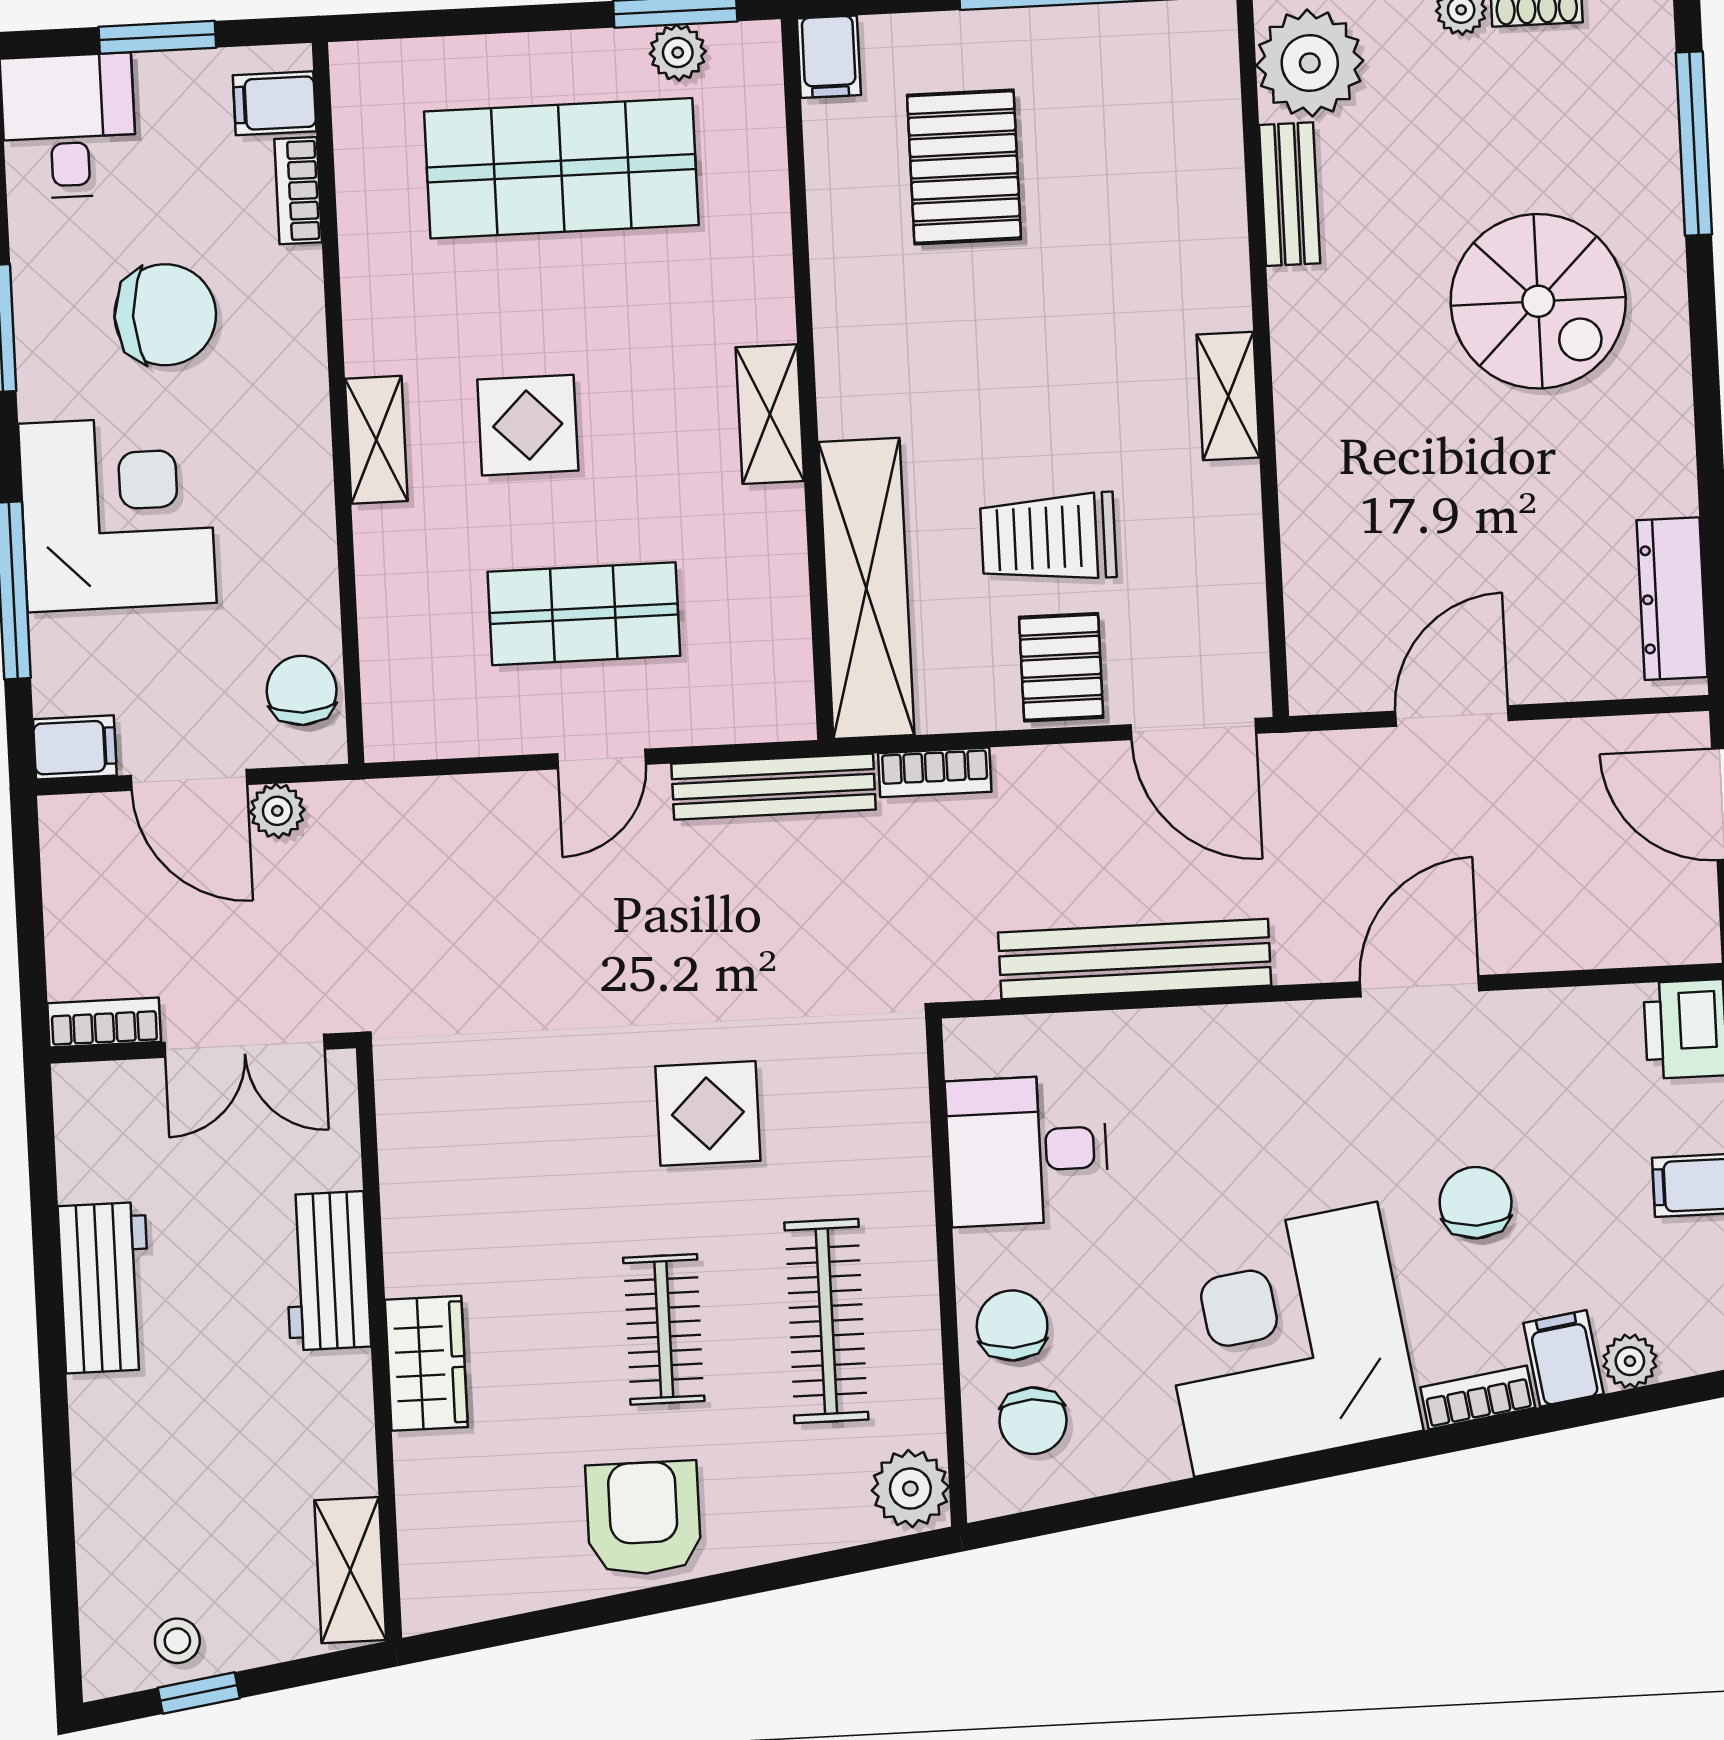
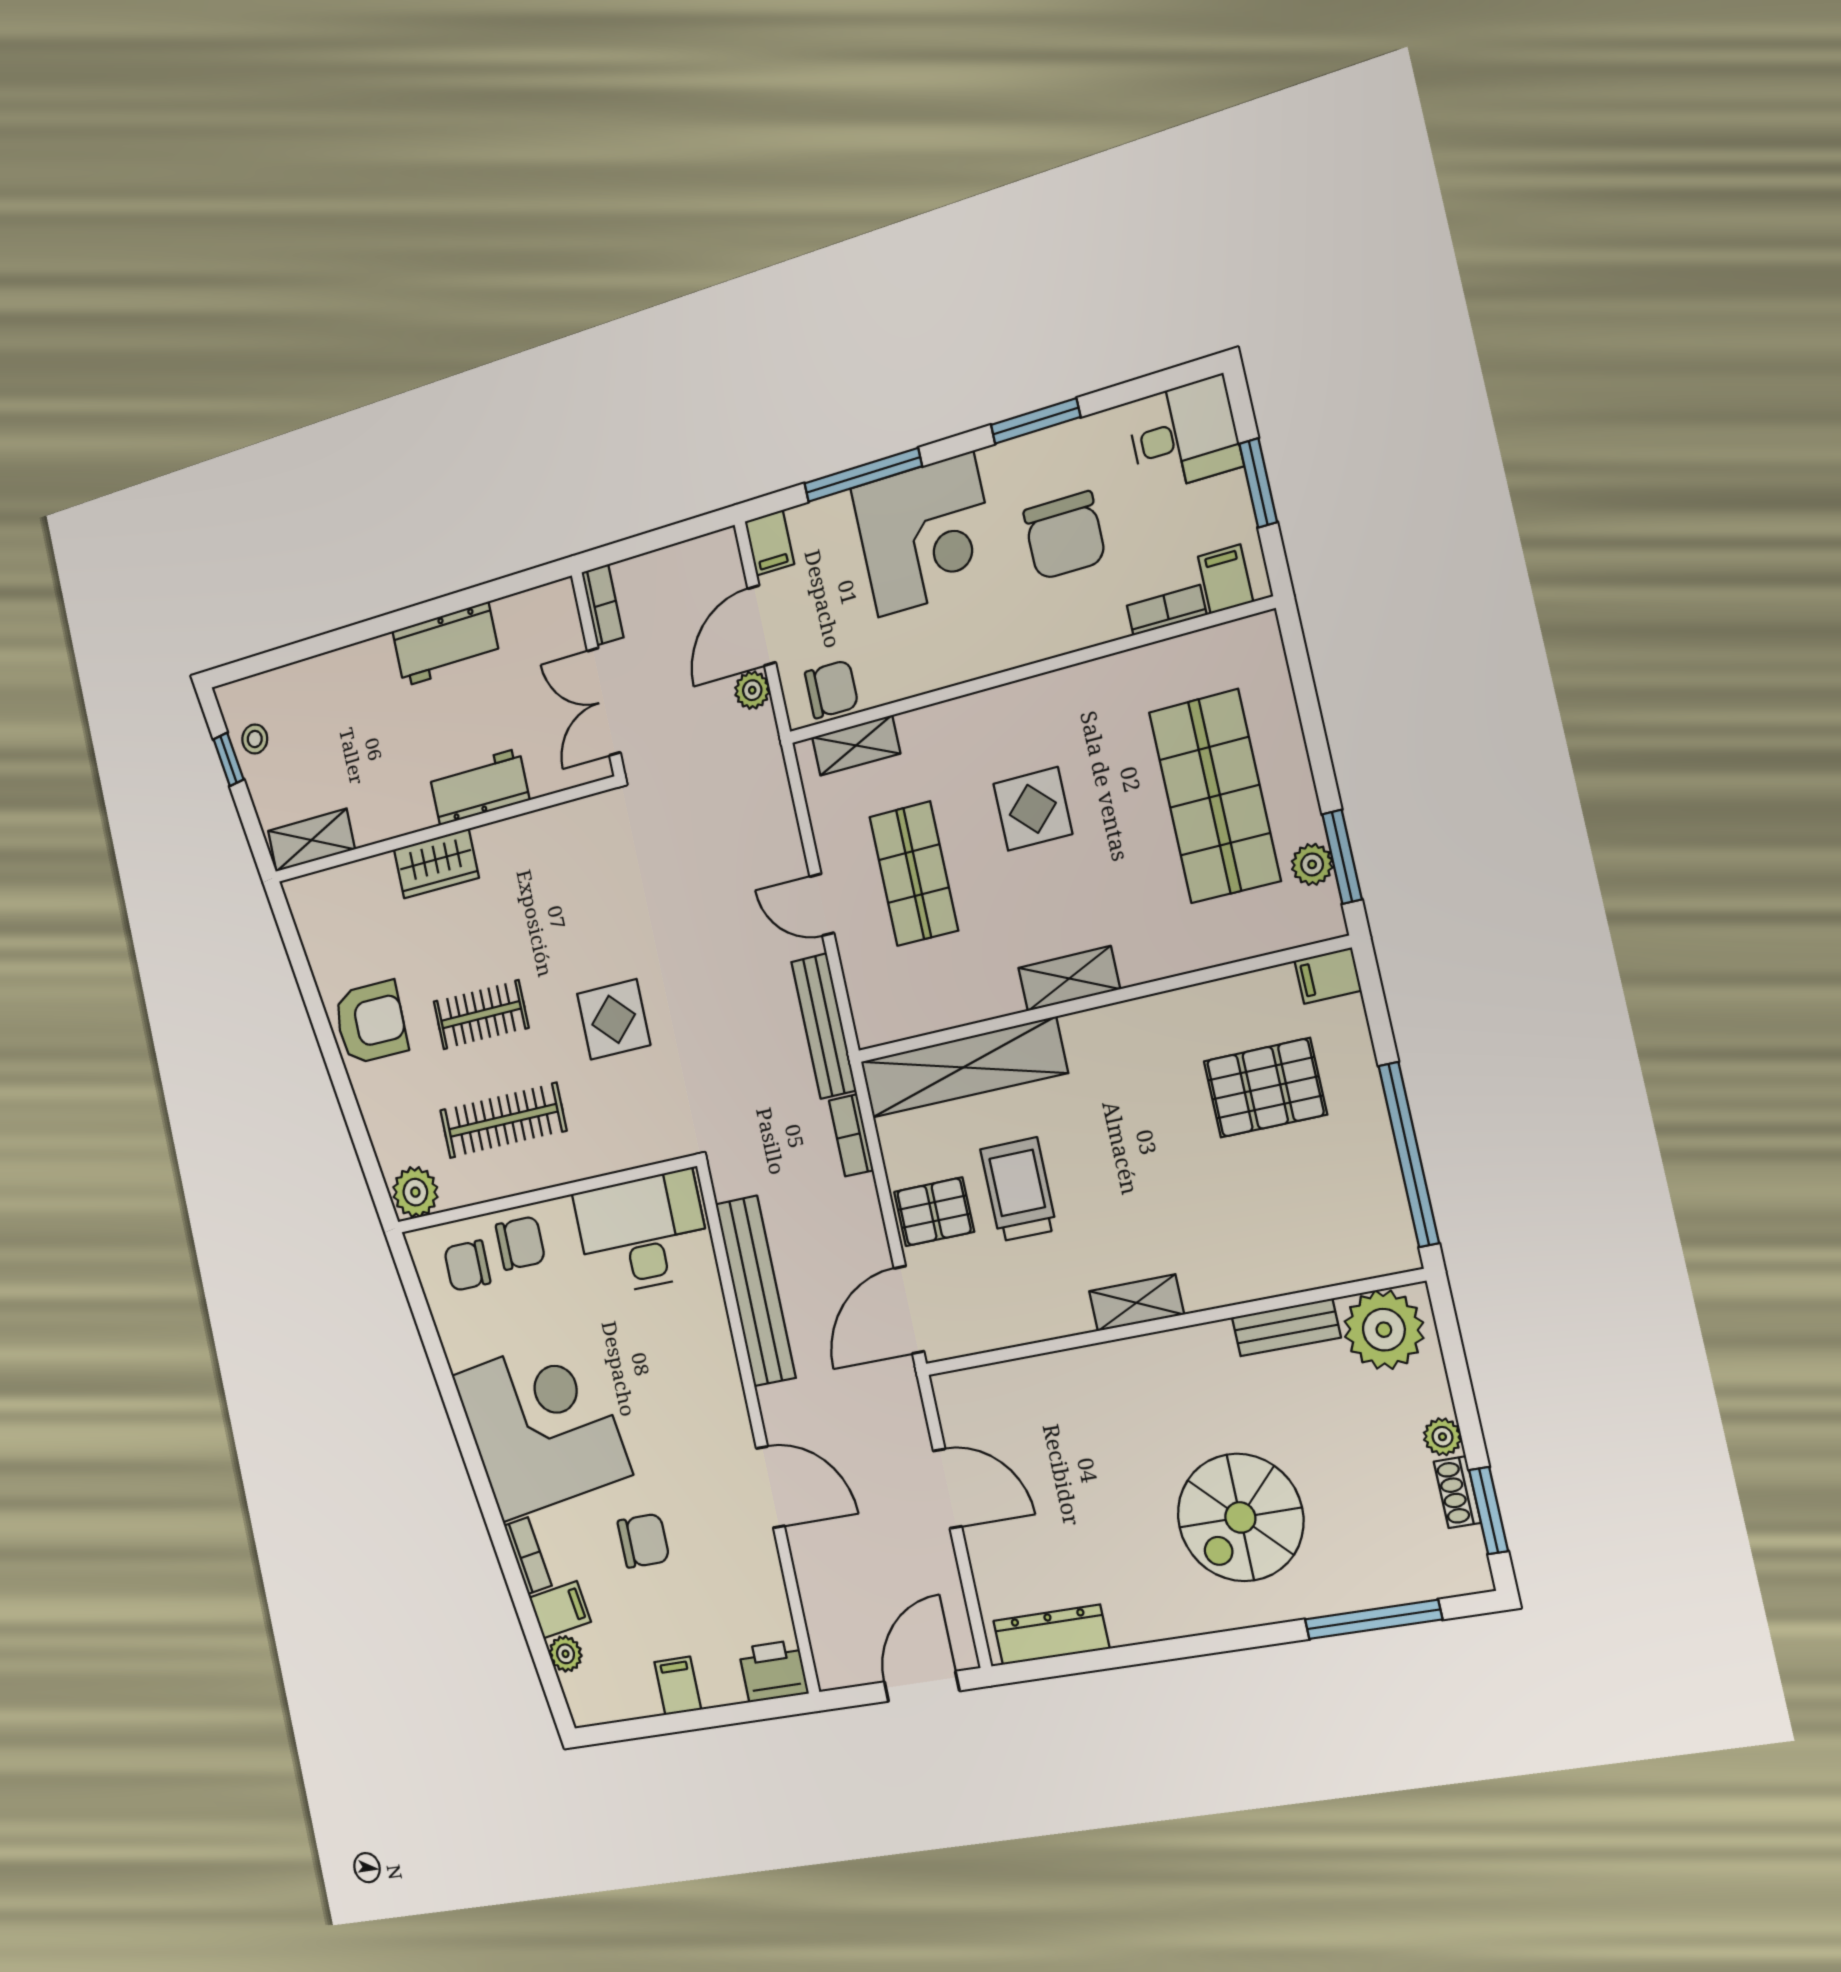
shelving: (376, 440) -> (856, 745), moved
desk: (1027, 1150) -> (642, 1233), width x1.37

